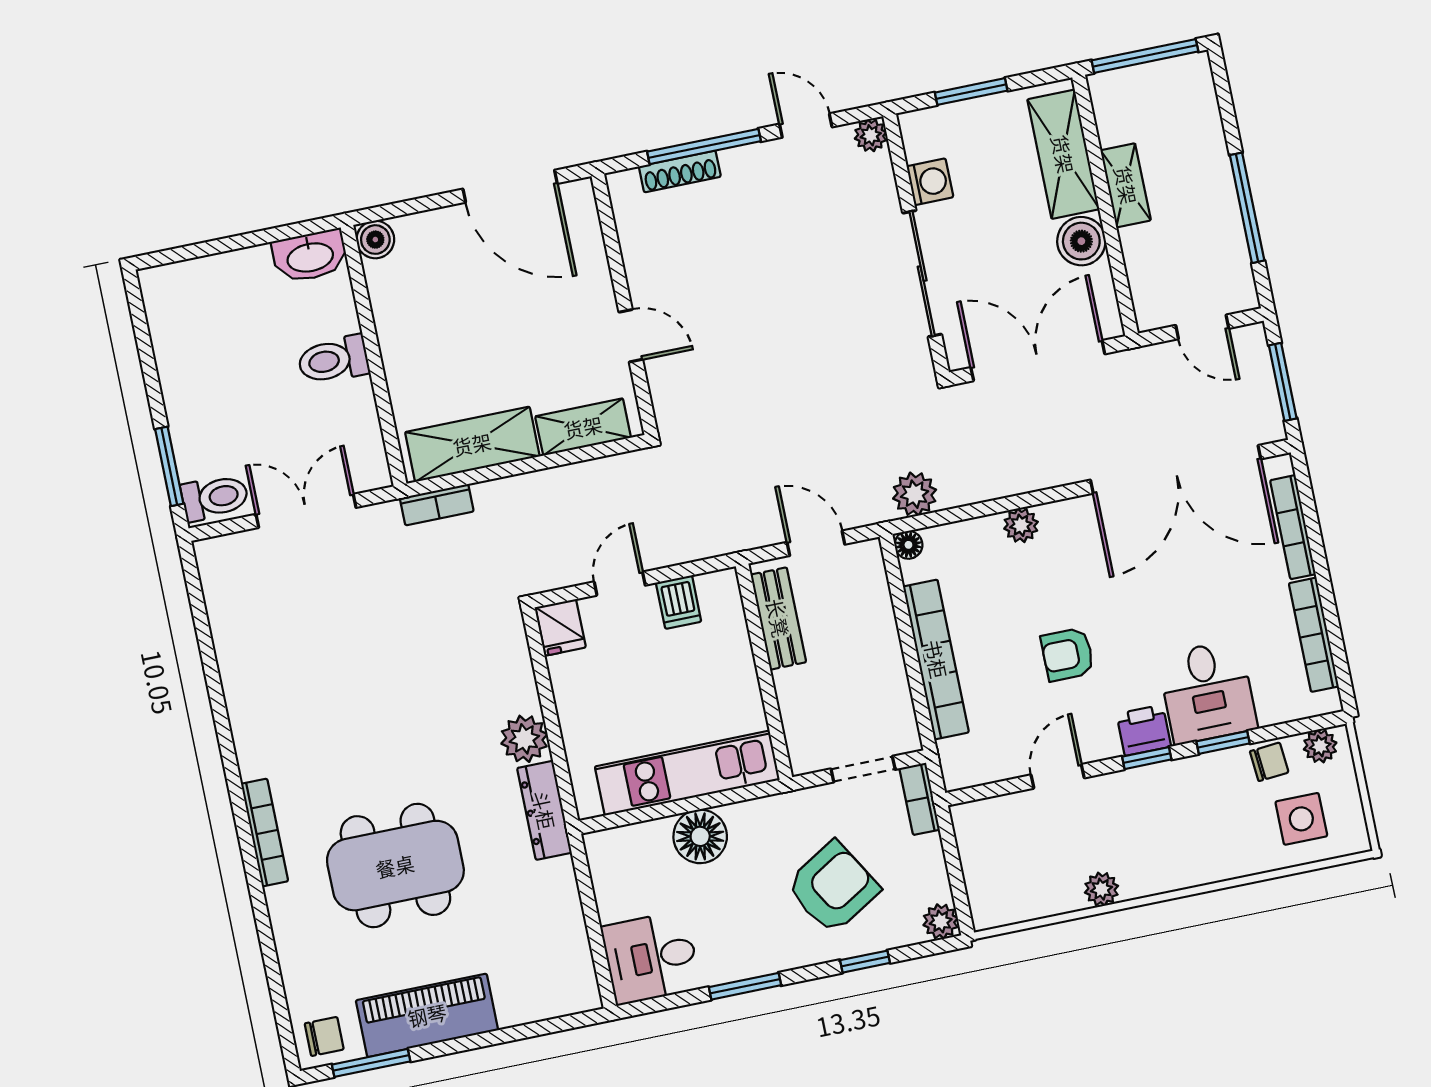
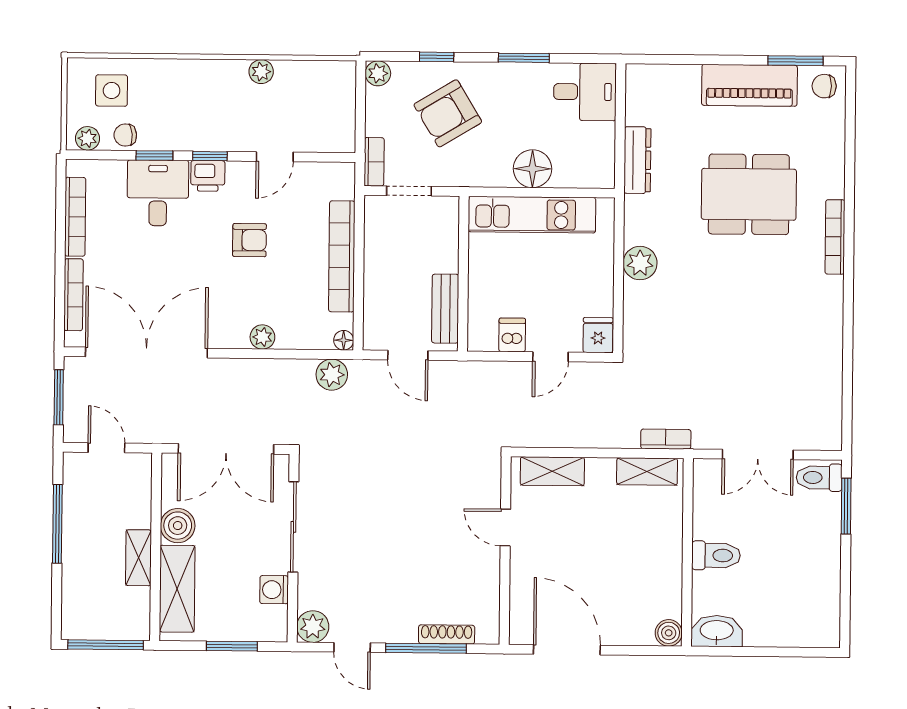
plant: (871, 135) -> (313, 627), width x1.38, depth x1.38
shelving: (472, 444) -> (647, 471), width x0.67, depth x0.75
dresser: (544, 810) -> (637, 160), moved

